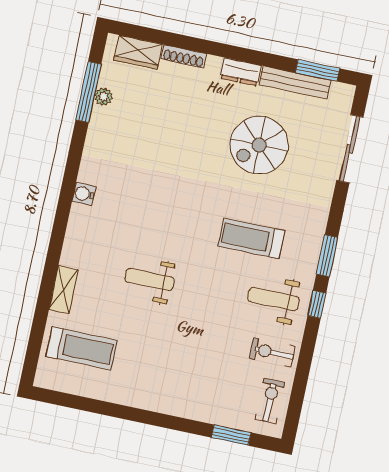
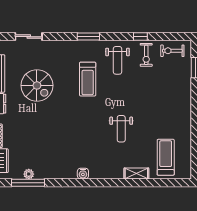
sliding door: (350, 149) -> (29, 37), width x0.73
window: (317, 304) -> (140, 37), moved

